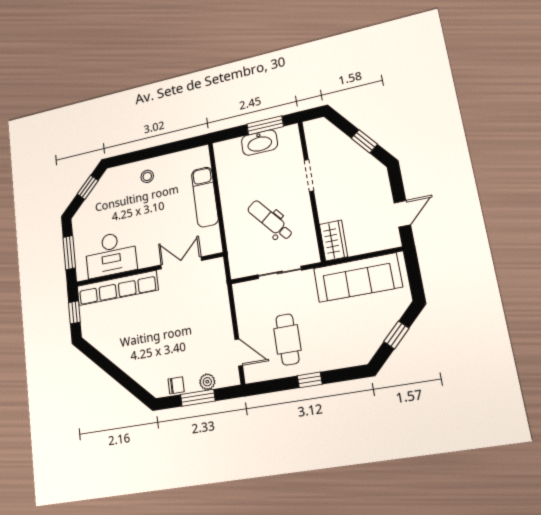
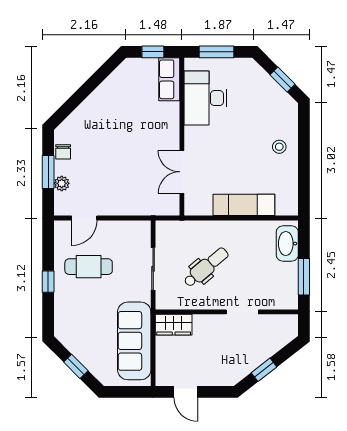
washbasin: (259, 143) -> (287, 244), moved
double door: (181, 263) -> (182, 172), swing flipped
row of seats: (117, 288) -> (169, 79), width x0.50

